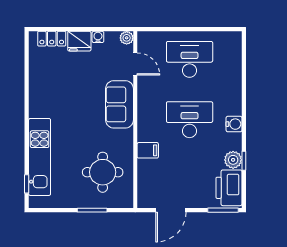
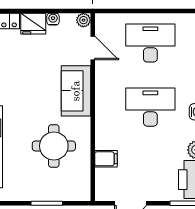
filing cabinet: (148, 150) -> (106, 159), moved
round table: (103, 172) -> (54, 146), moved

